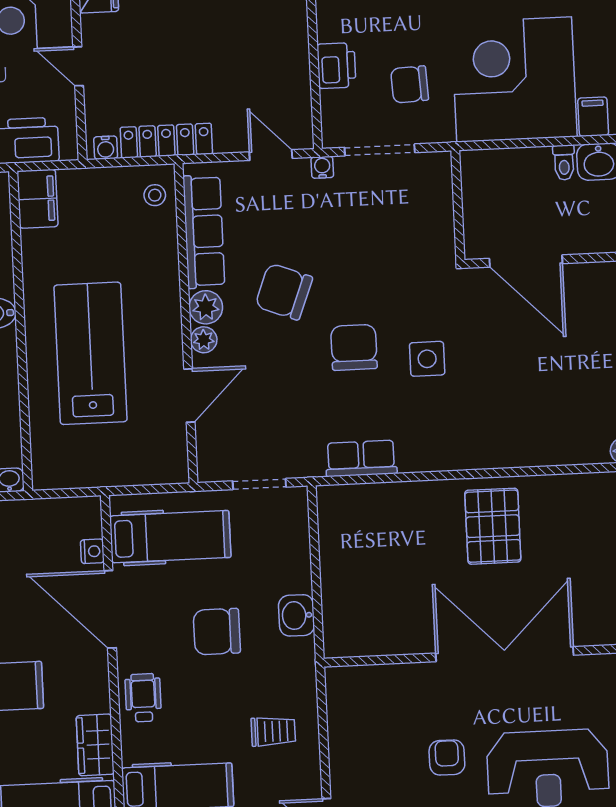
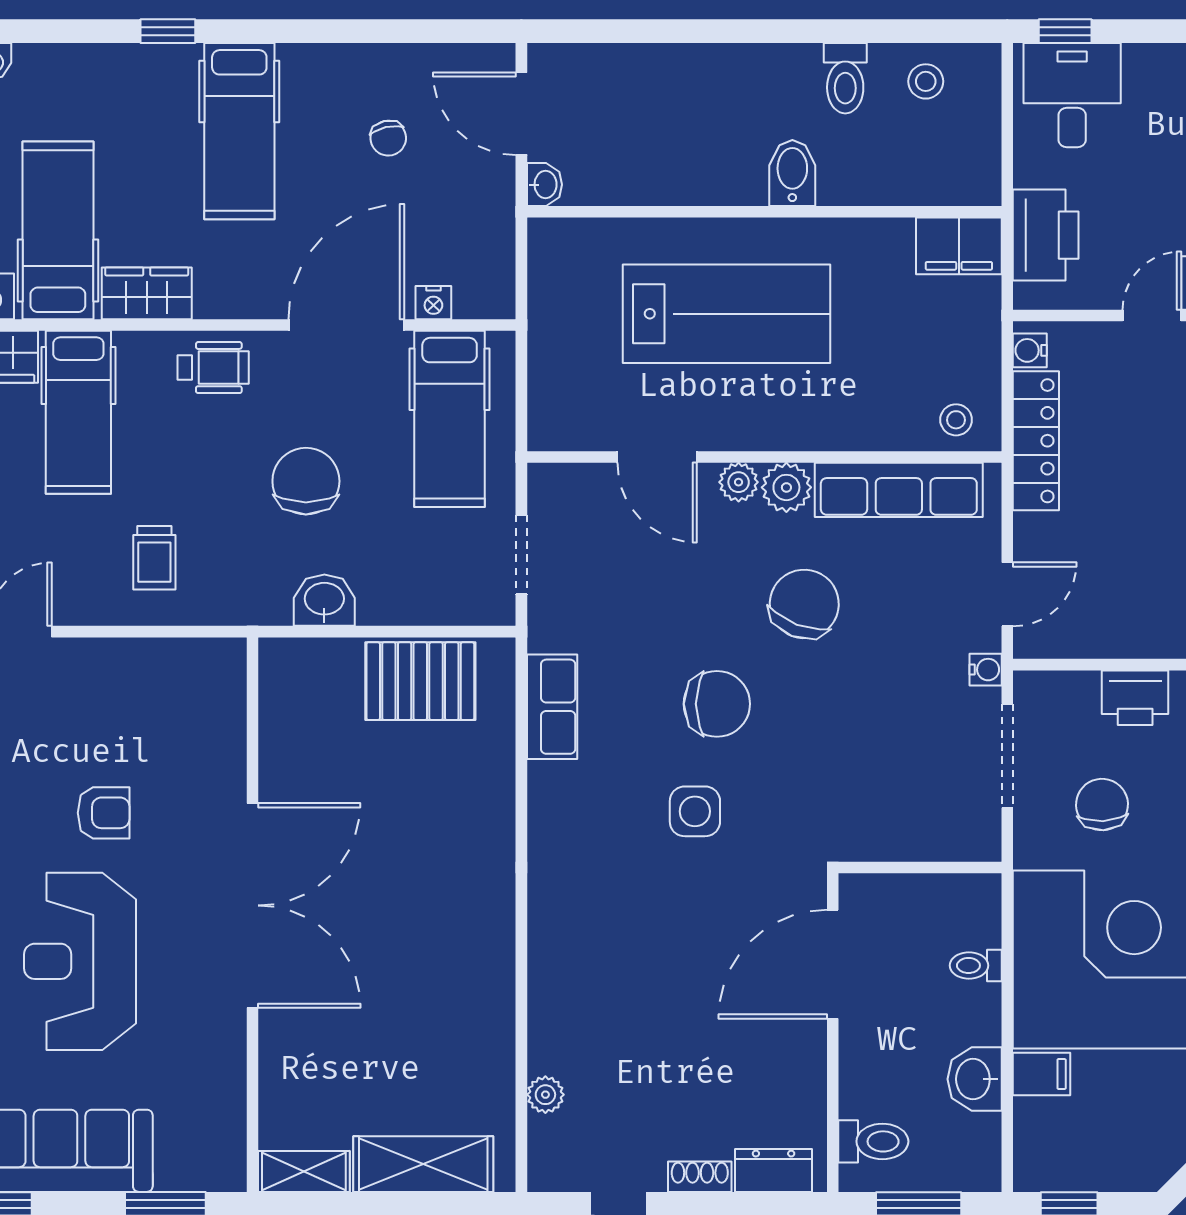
toilet: (564, 163) -> (976, 965), moved
pallet: (493, 526) -> (420, 681), moved

